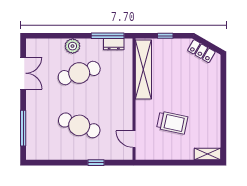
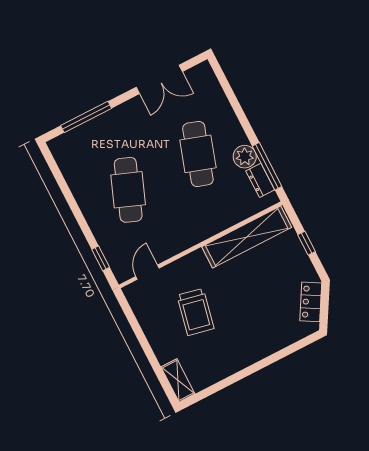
plant: (73, 46) -> (245, 157), moved
cafe table: (79, 73) -> (198, 154), turned 36
window: (96, 163) -> (101, 258), moved

